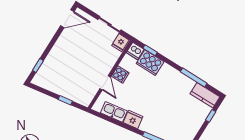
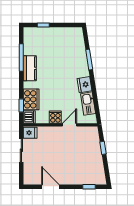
door: (67, 19) -> (50, 187), moved
kitchen counter: (205, 95) -> (30, 68), moved

